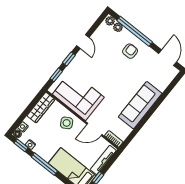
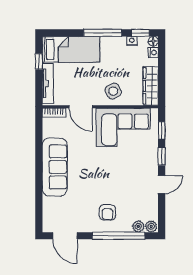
door: (83, 42) -> (162, 184), swing flipped
door: (94, 129) -> (81, 107), swing flipped

